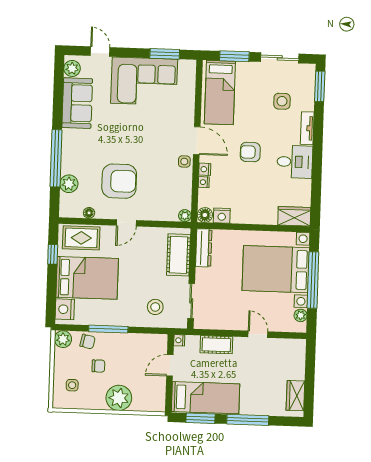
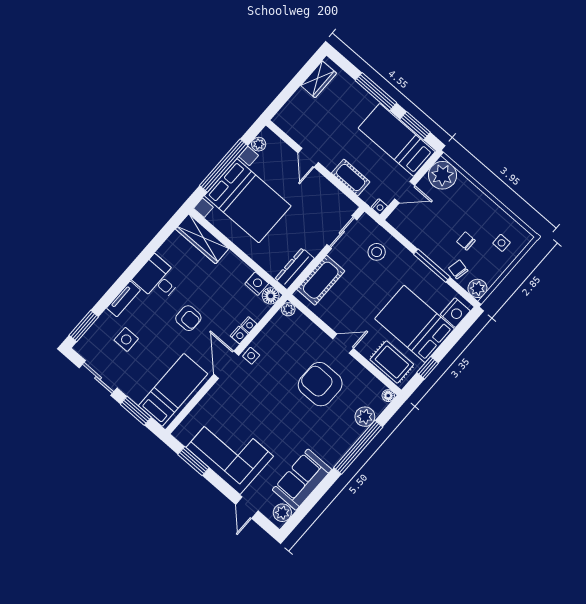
floor lamp: (89, 213) -> (388, 396), moved
wardrobe: (294, 216) -> (202, 239), width x1.50
plant: (119, 398) -> (443, 175), moved

